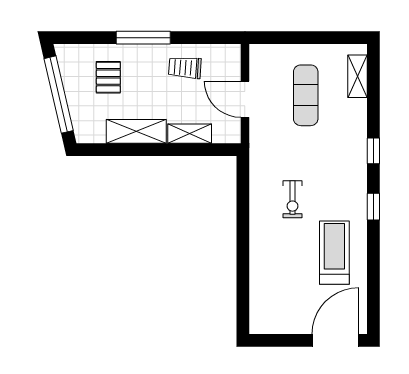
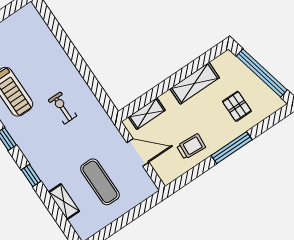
shelving: (358, 76) -> (64, 202), moved
shelving: (190, 134) -> (147, 114), moved

